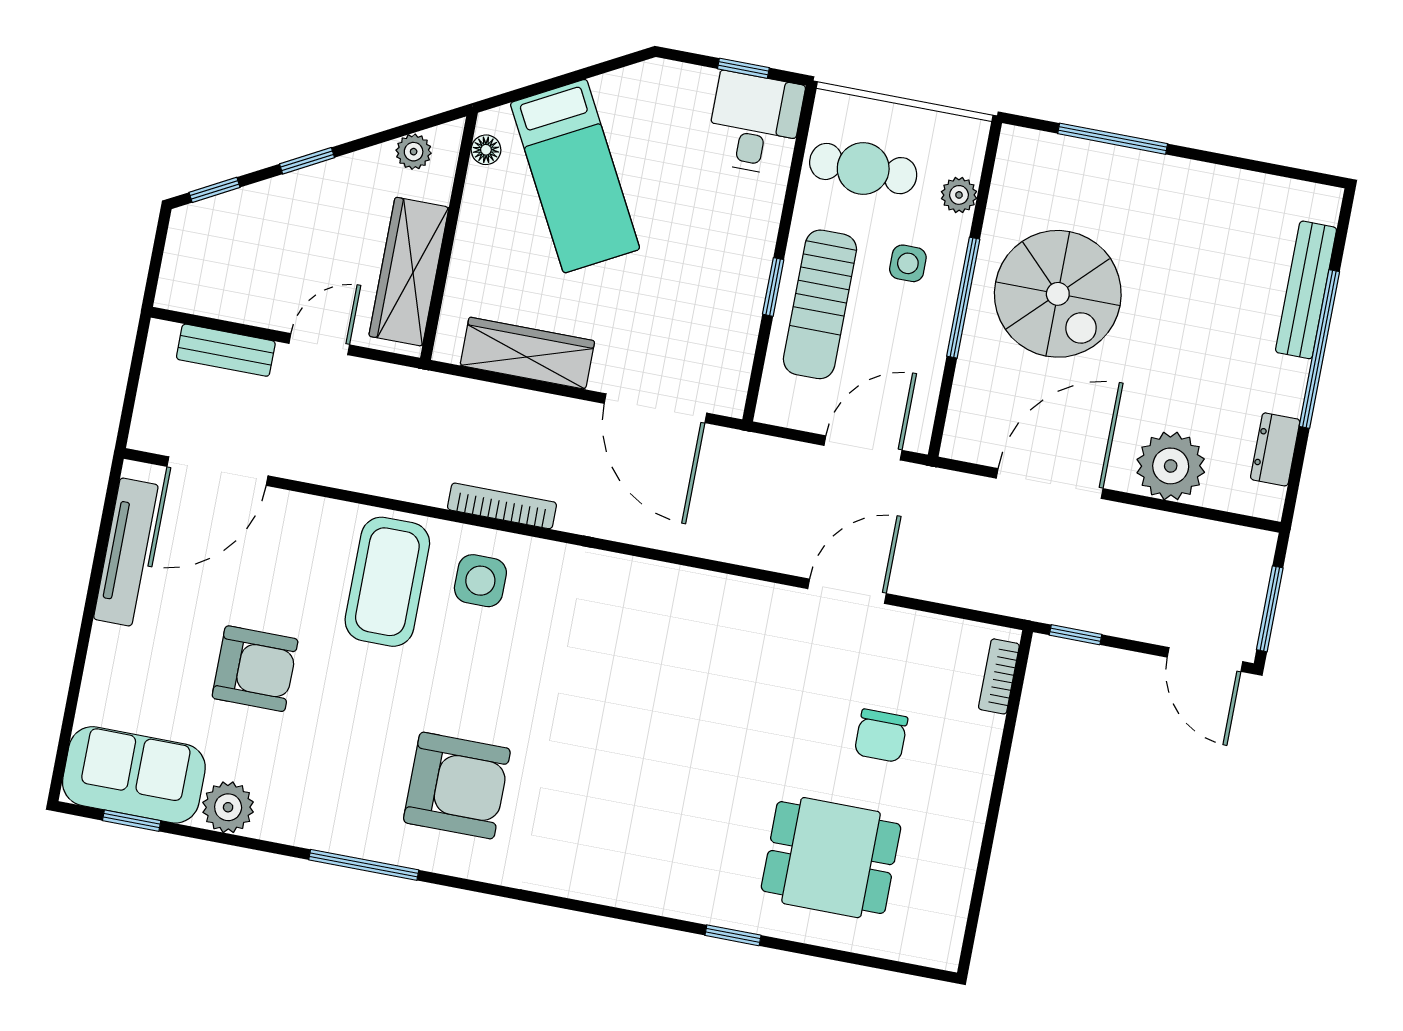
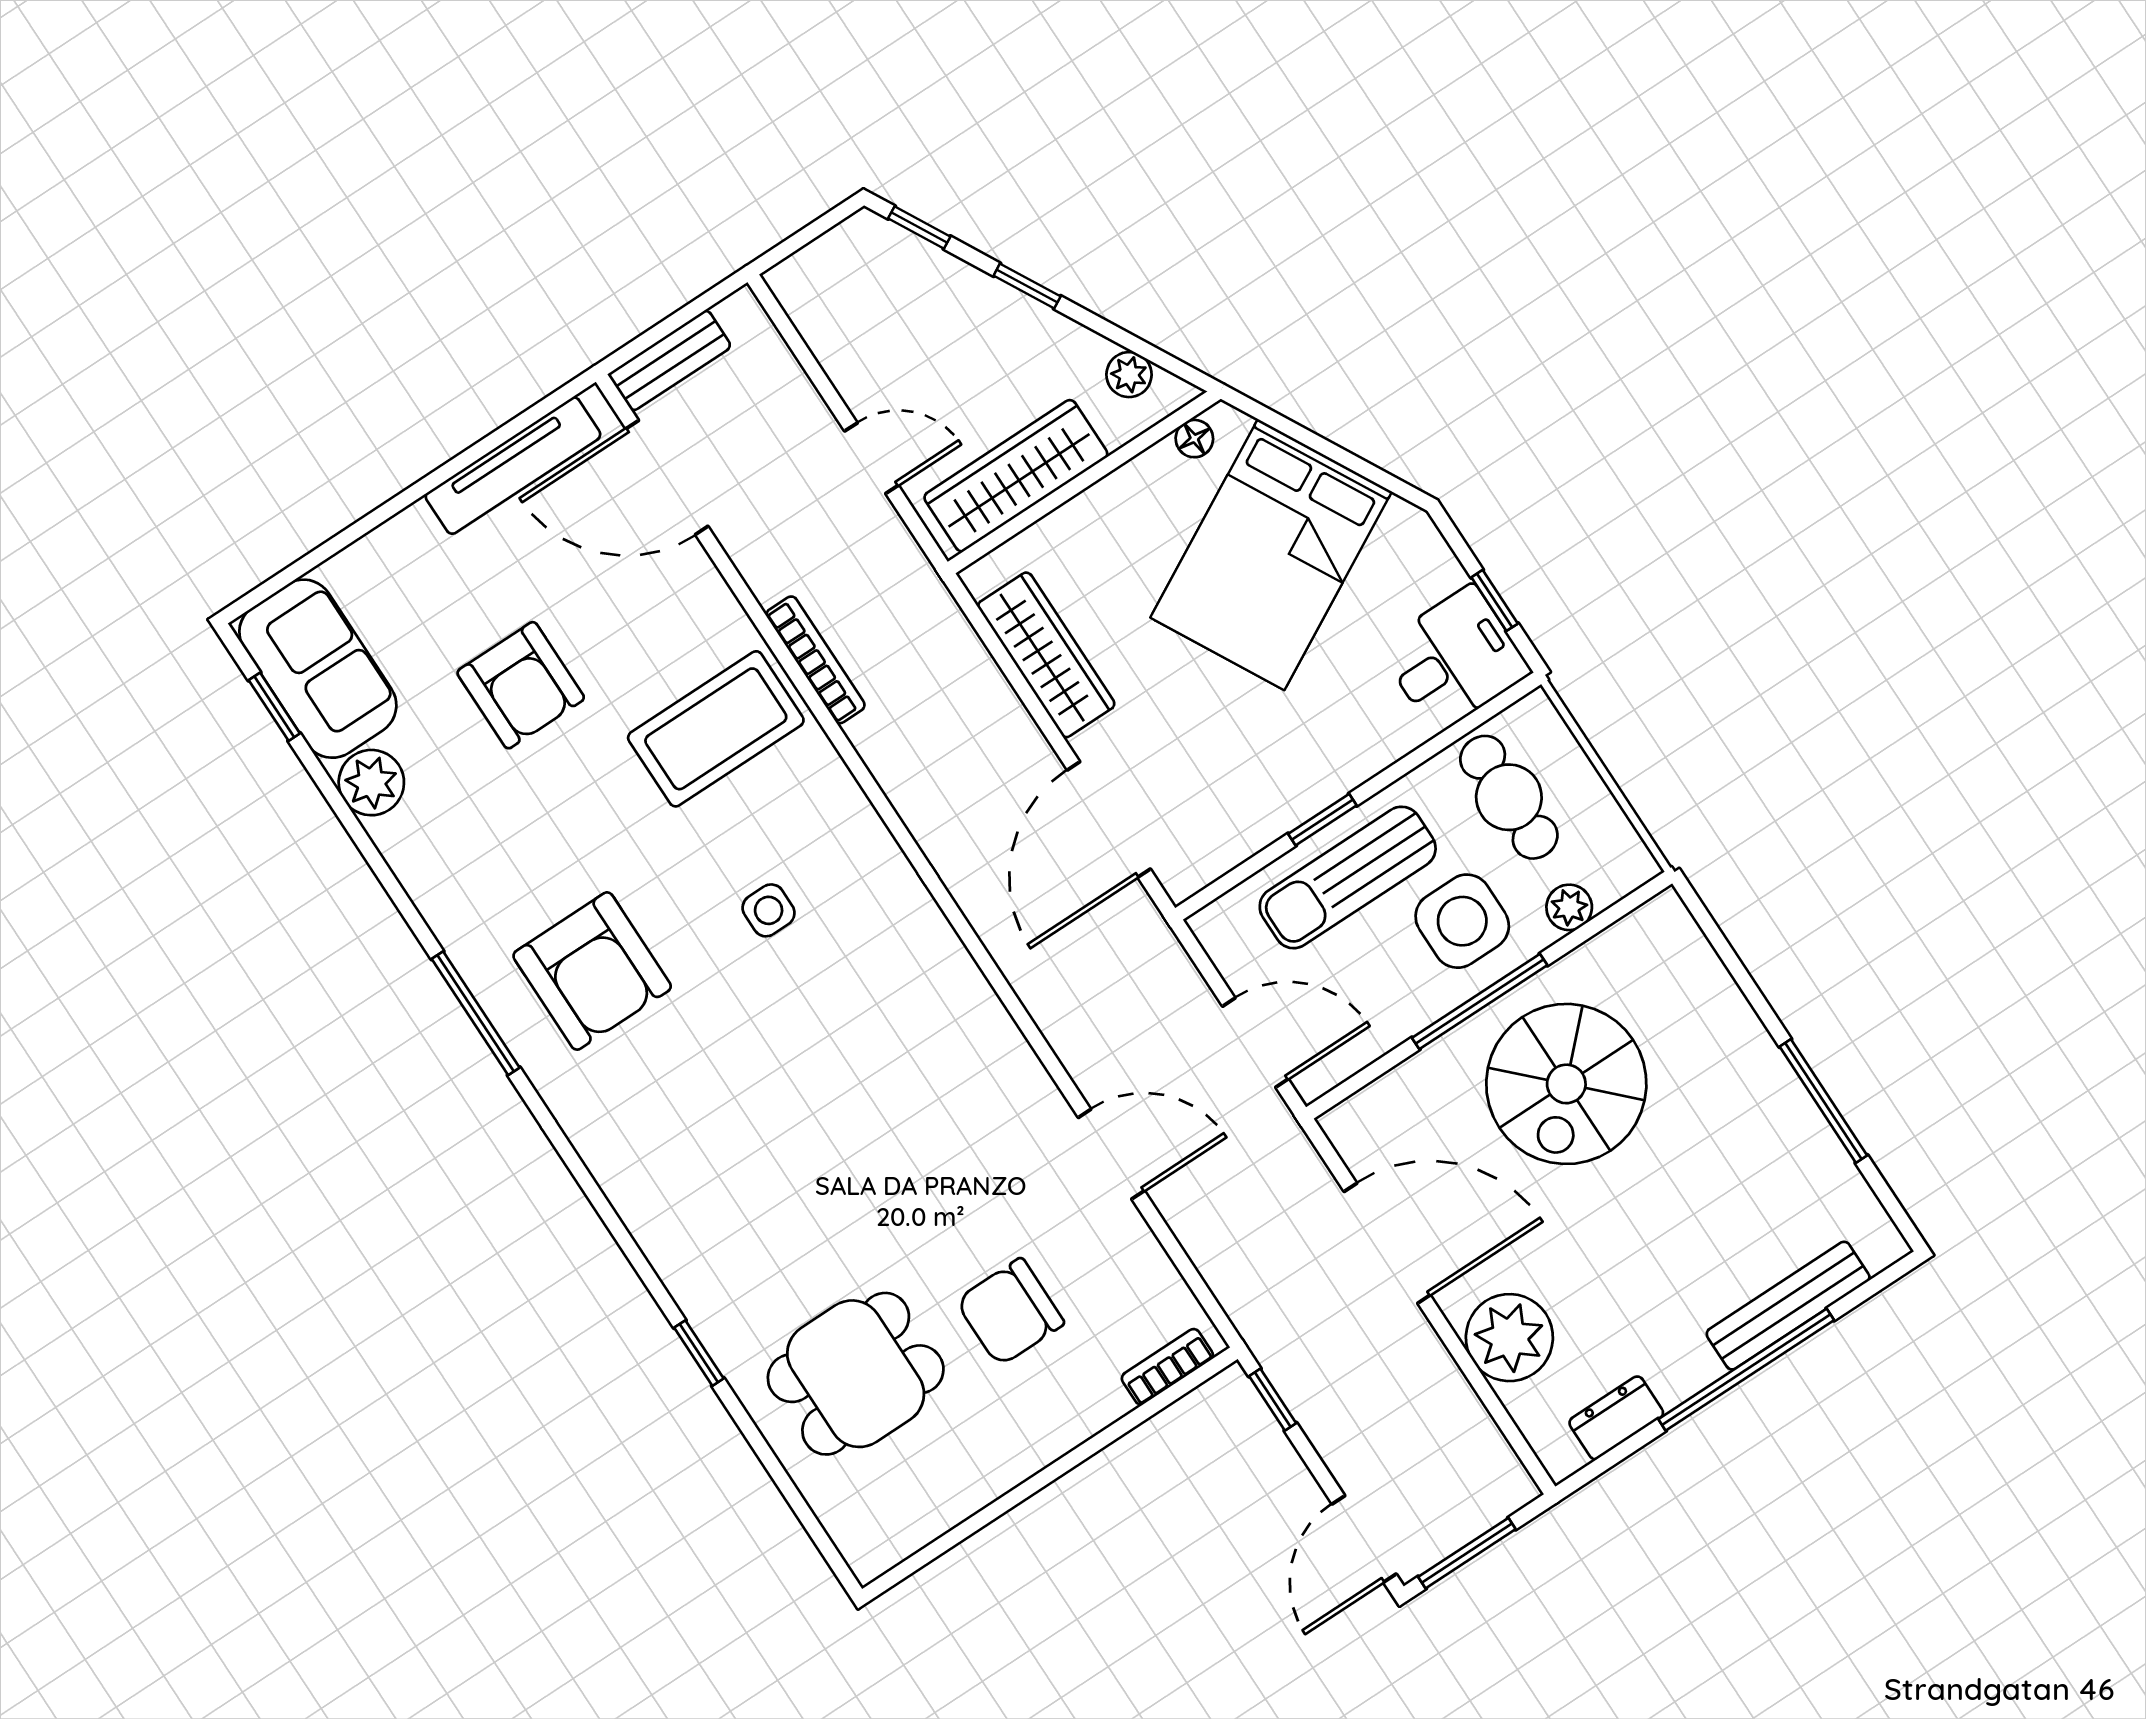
window: (1113, 139) -> (1823, 1101), moved
bed: (575, 176) -> (1271, 555), width x1.50
side table: (908, 263) -> (1462, 921), width x1.87, depth x1.87
bench: (226, 350) -> (670, 360), moved, turned 90
bookcase: (502, 506) -> (815, 660), moved
side table: (480, 581) -> (769, 910), moved, width x0.73, depth x0.73
chair: (881, 736) -> (1010, 1312), width x1.37, depth x1.37
dining table: (831, 858) -> (856, 1374), turned 90
window: (364, 865) -> (476, 1013), moved

